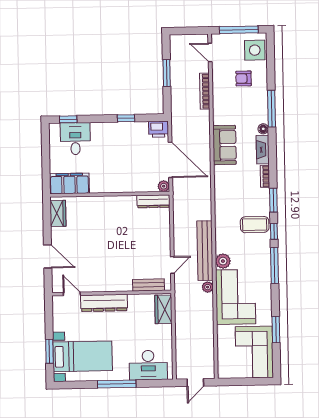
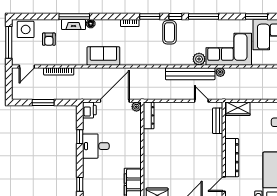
desk: (75, 139) -> (96, 146), moved
fireplace: (263, 150) -> (74, 25), moved

